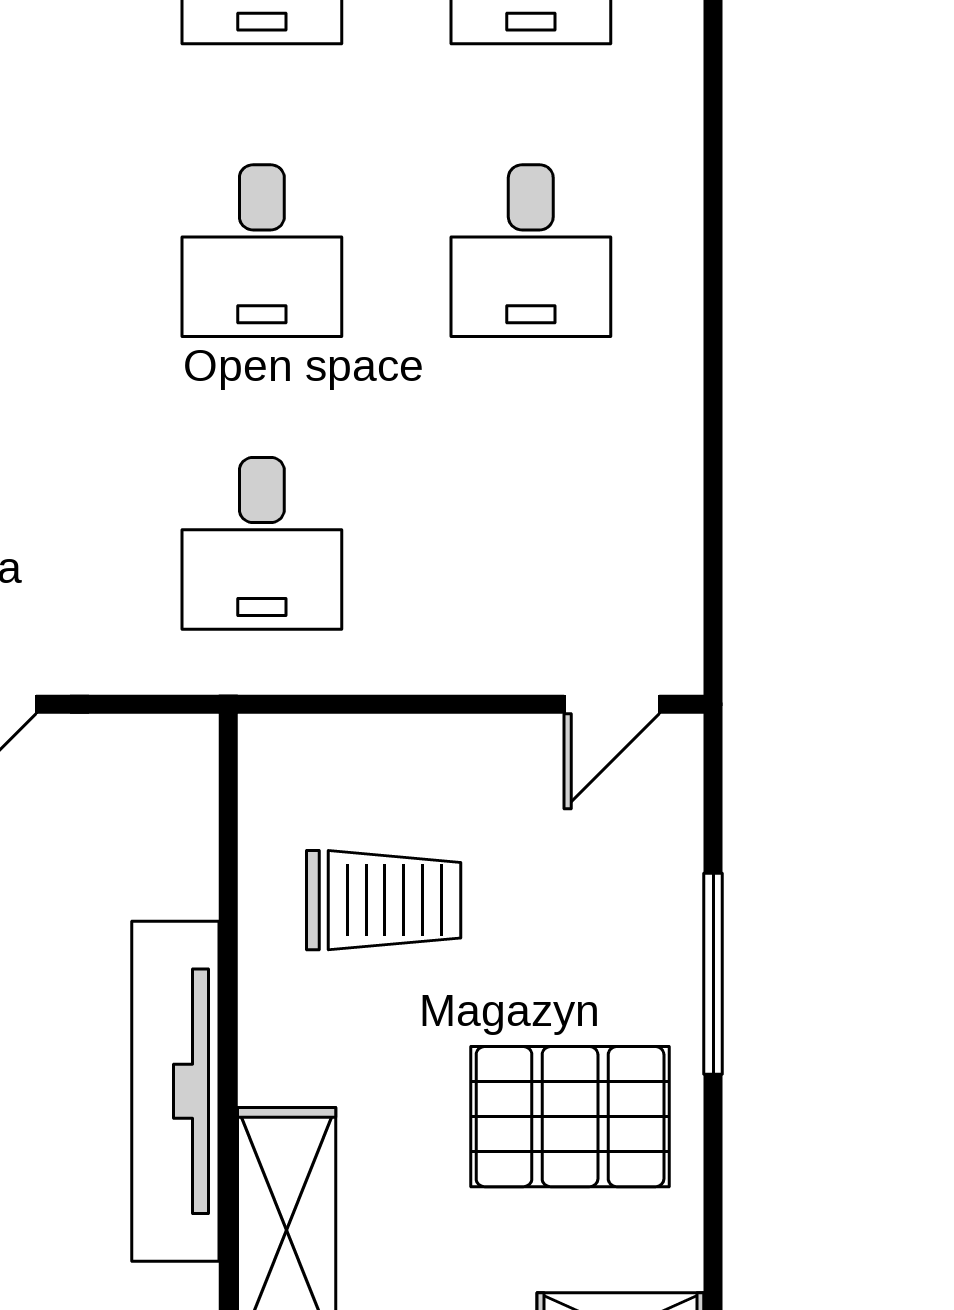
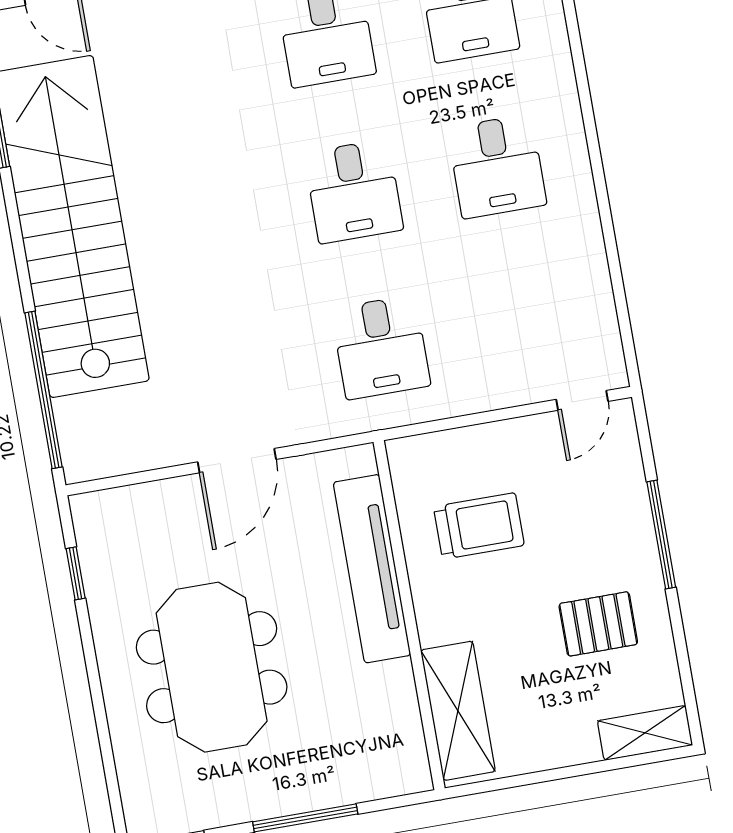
tv unit: (175, 1091) -> (372, 569), moved
pallet: (570, 1117) -> (598, 624), width x0.67, depth x0.71

